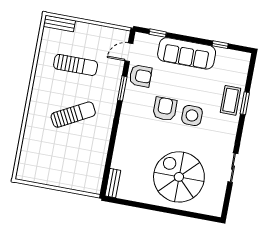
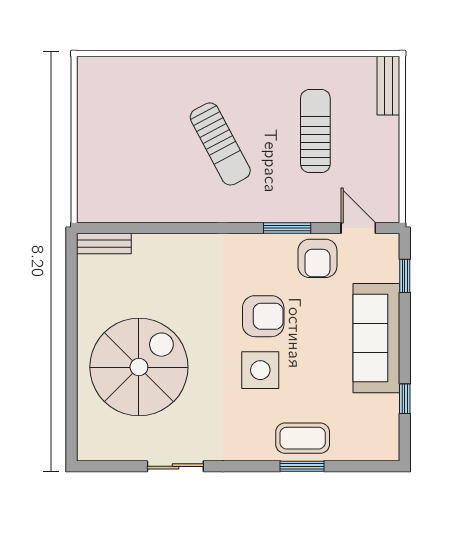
sun lounger: (76, 65) -> (315, 131), turned 180

